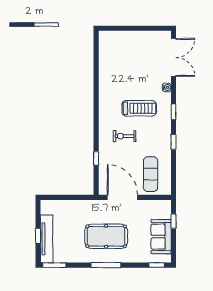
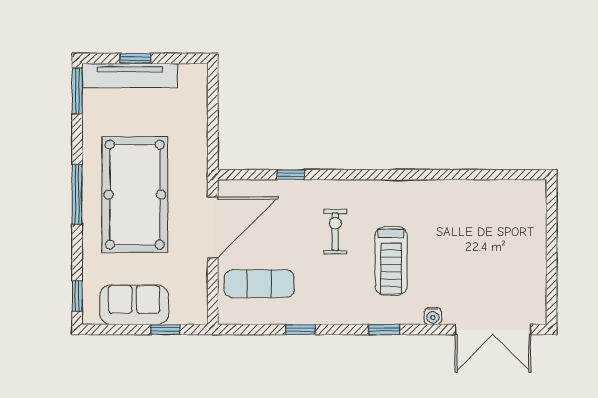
window: (173, 142) -> (300, 330), moved
pool table: (106, 236) -> (135, 195), width x1.36, depth x1.32

